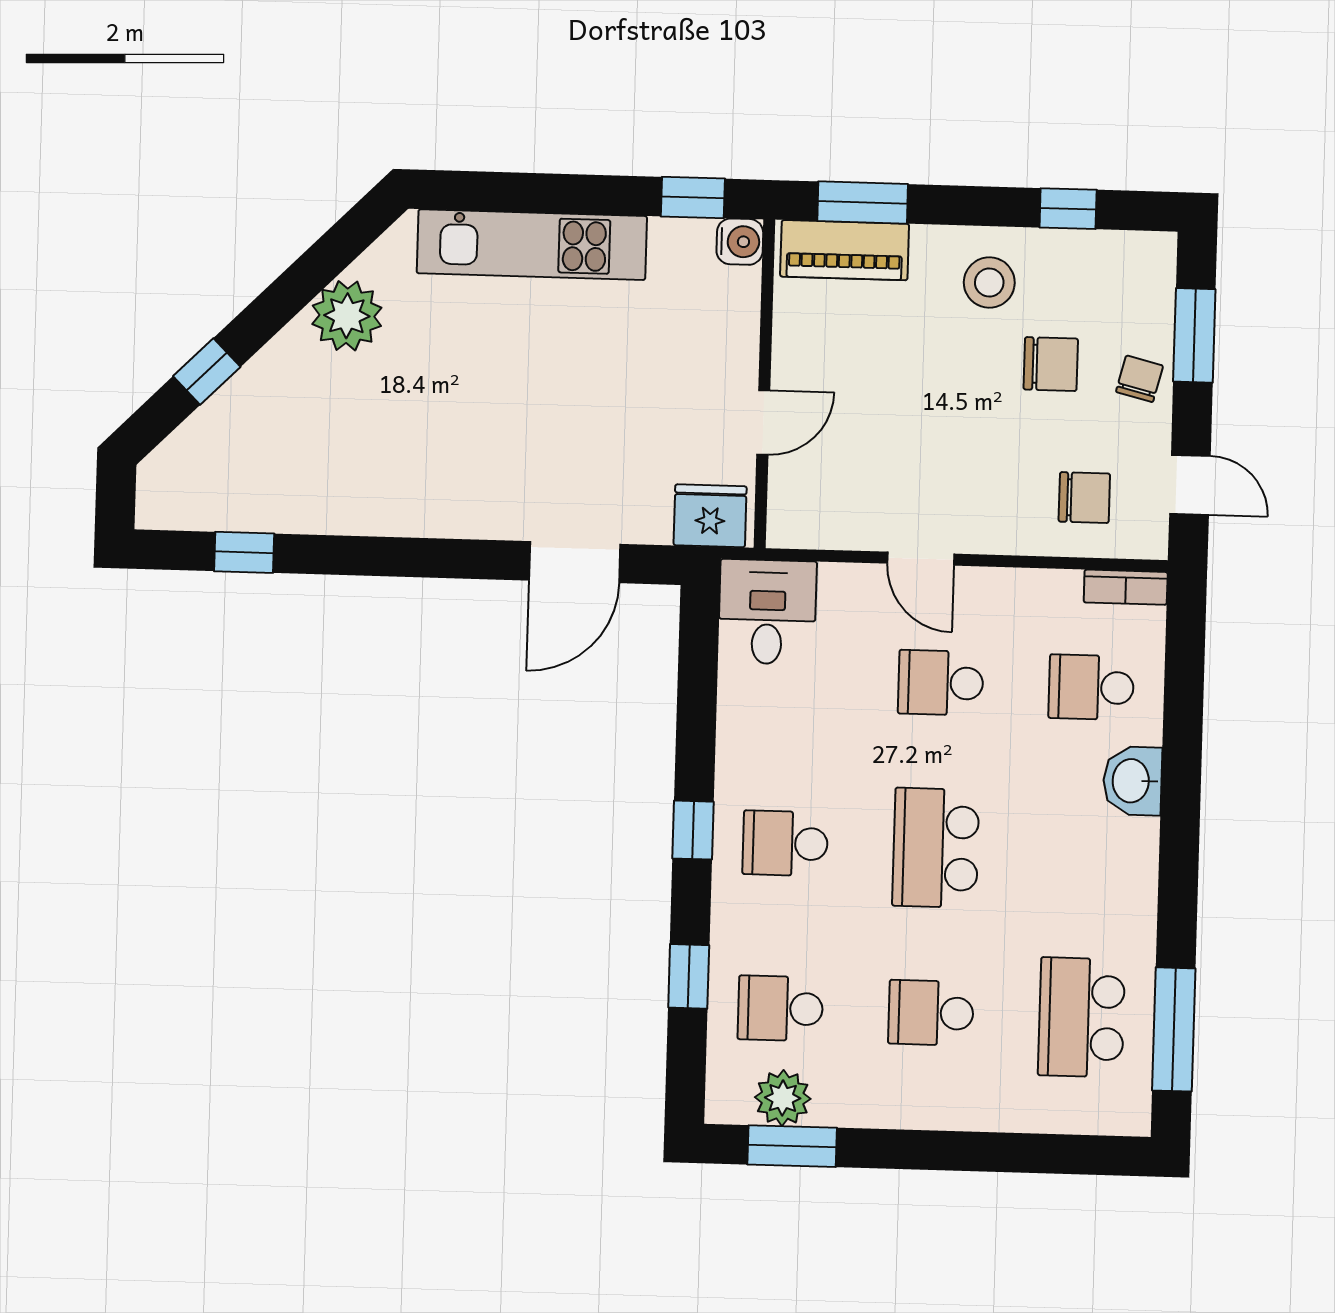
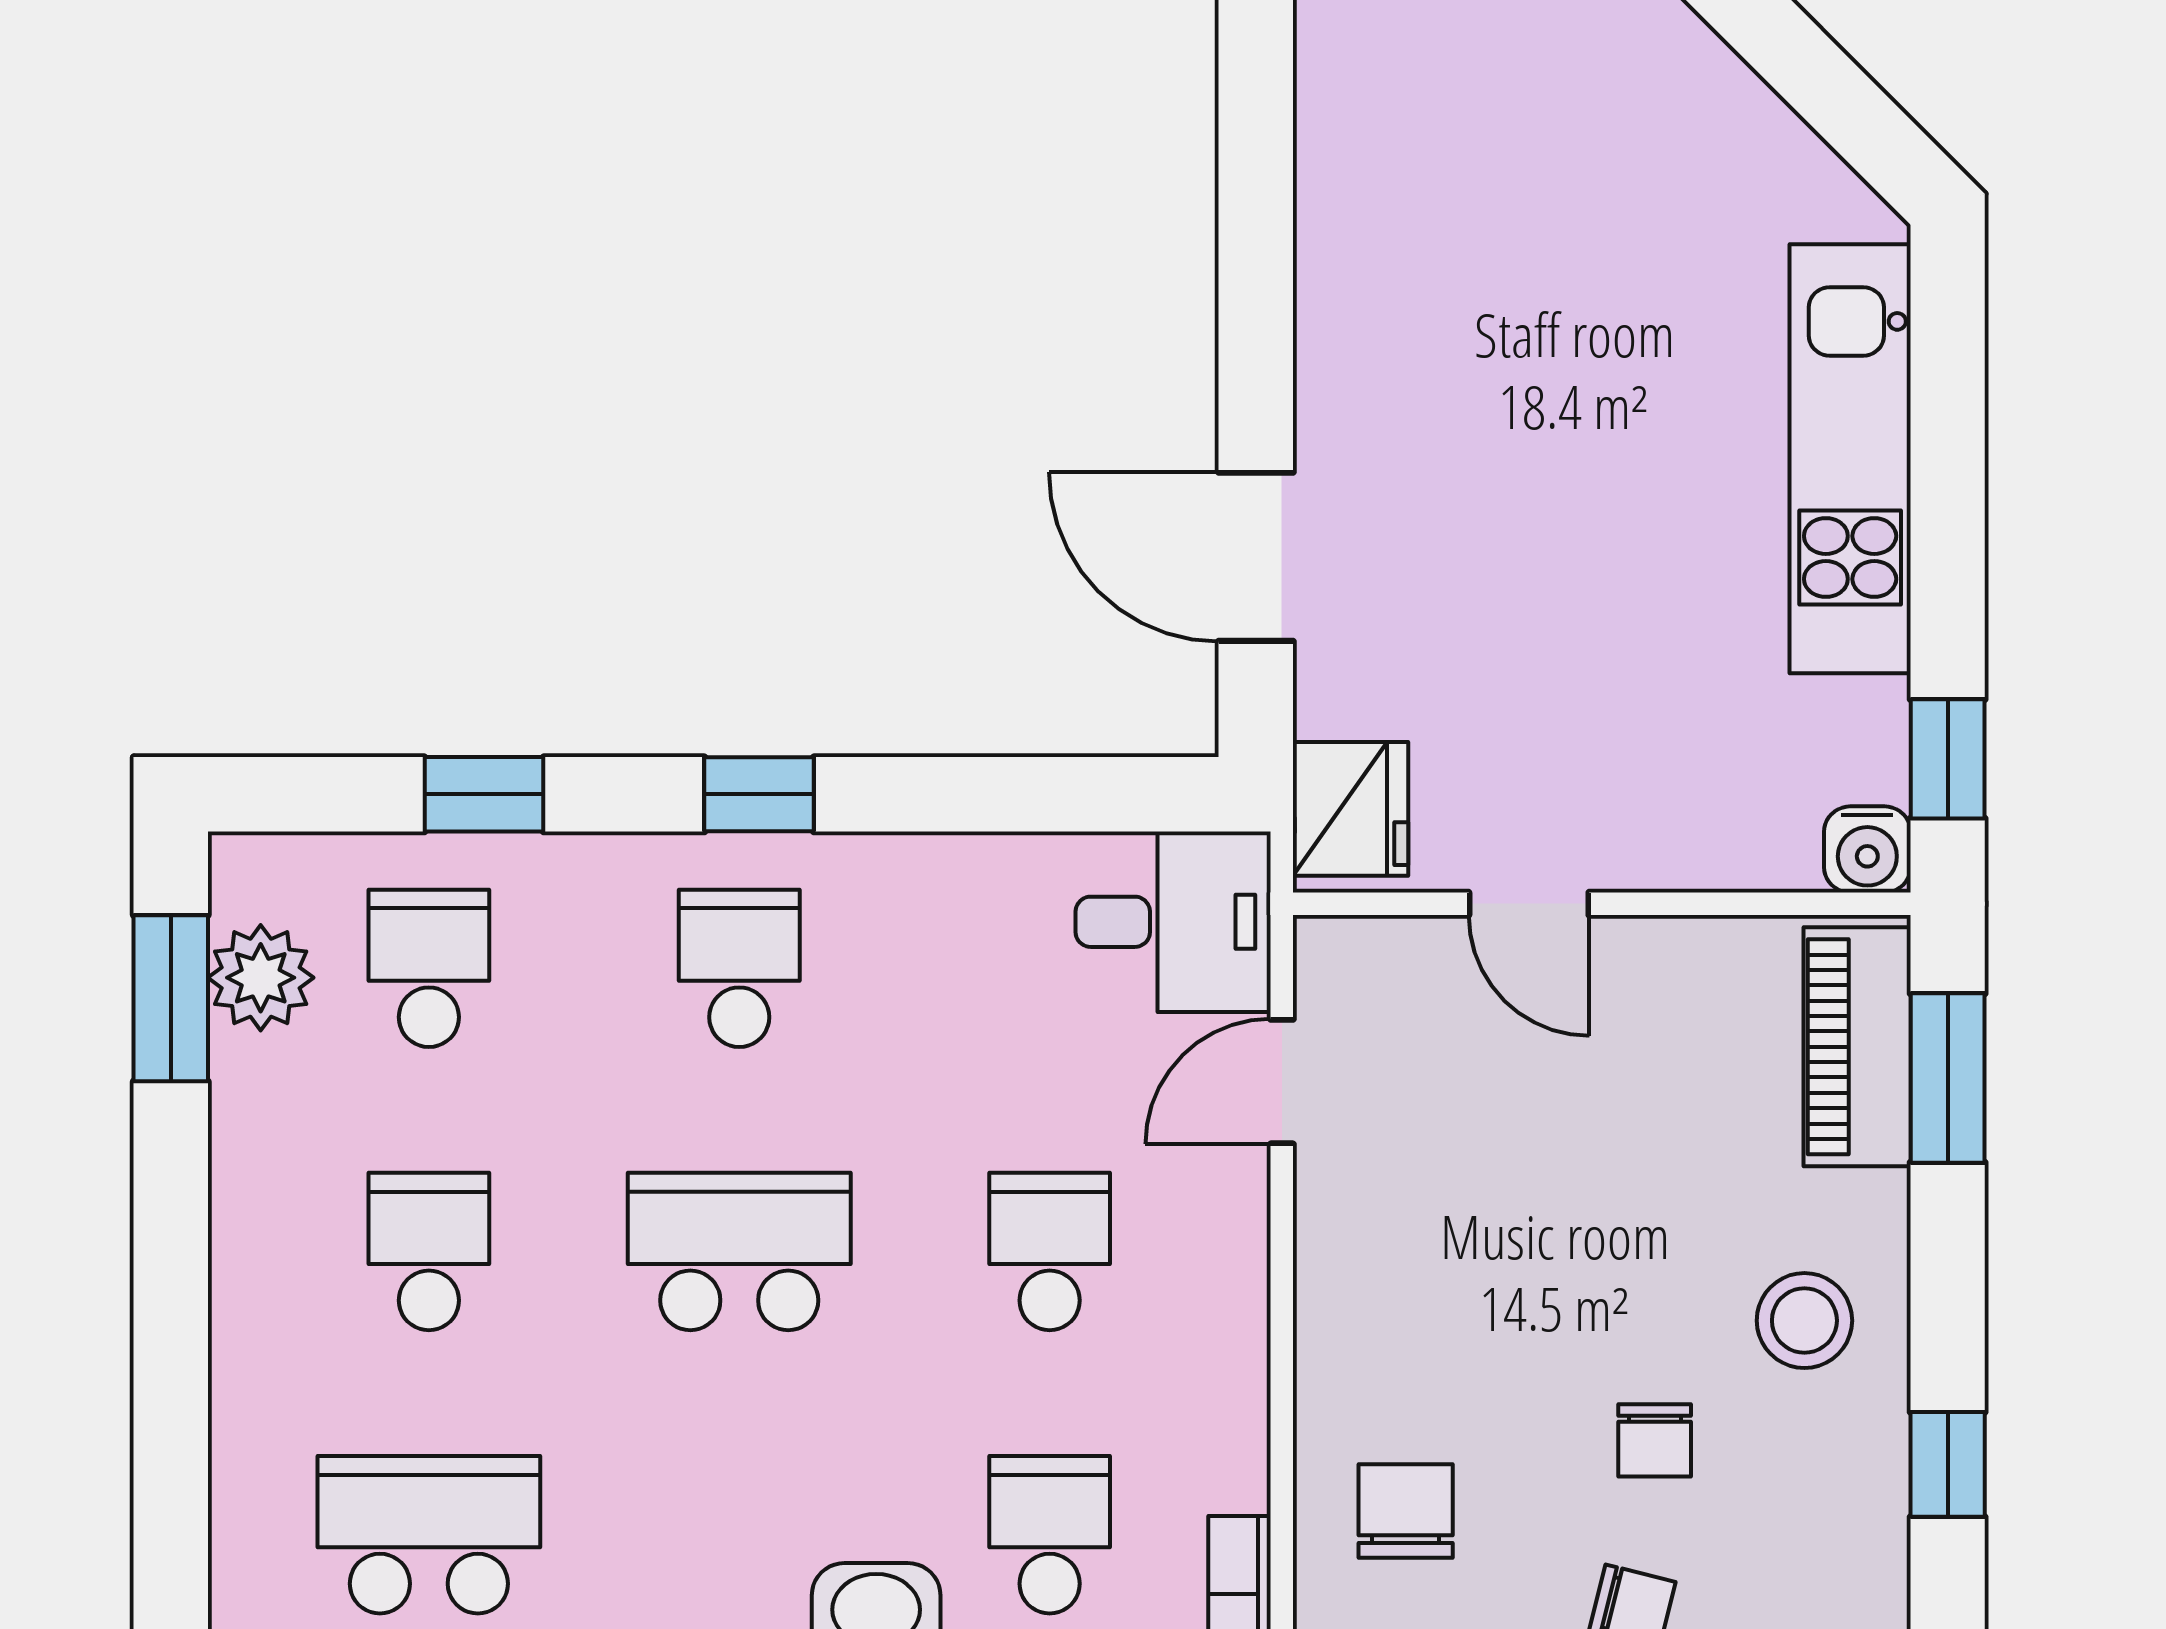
plant: (347, 316) -> (1706, 115), removed
chair: (1051, 364) -> (1655, 1440), width x0.73, depth x0.73
chair: (1084, 498) -> (1406, 1511), turned 180
door: (921, 559) -> (1282, 1082), moved

